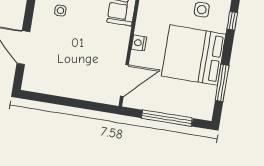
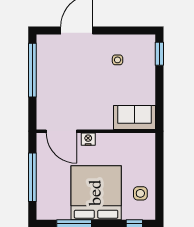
nightstand: (139, 43) -> (88, 139), moved
window: (57, 100) -> (32, 70), added

